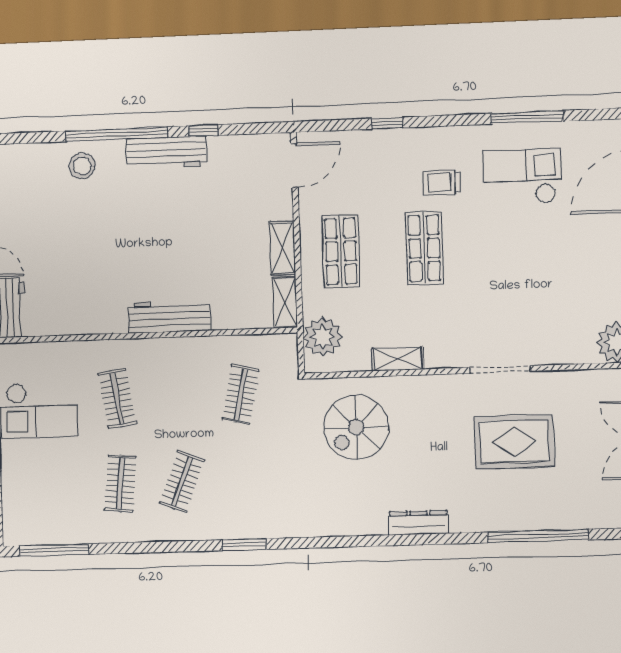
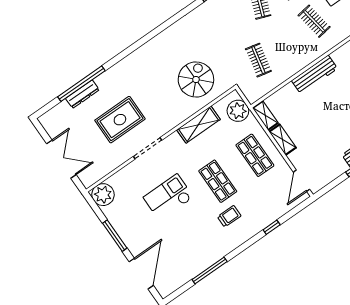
checkout: (522, 177) -> (168, 197), moved, turned 180
shelving: (398, 359) -> (198, 125), width x1.50, depth x1.33
dresser: (419, 523) -> (82, 94), moved

